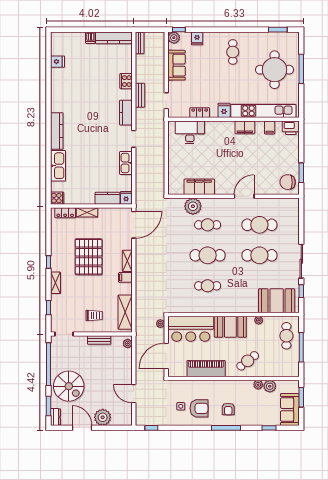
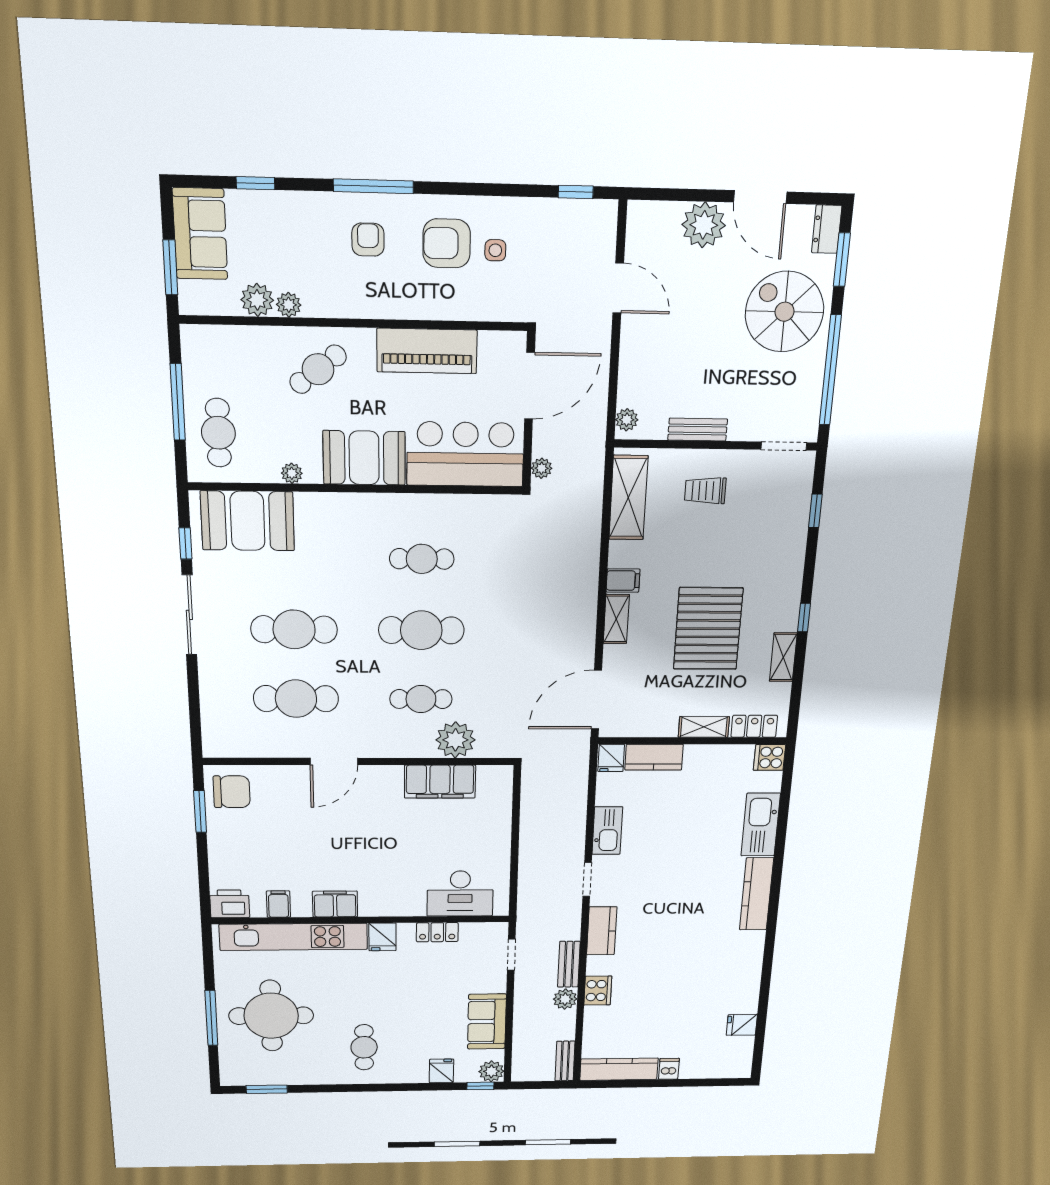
plant: (141, 77) -> (565, 999), added
shelving: (56, 283) -> (783, 657), moved

